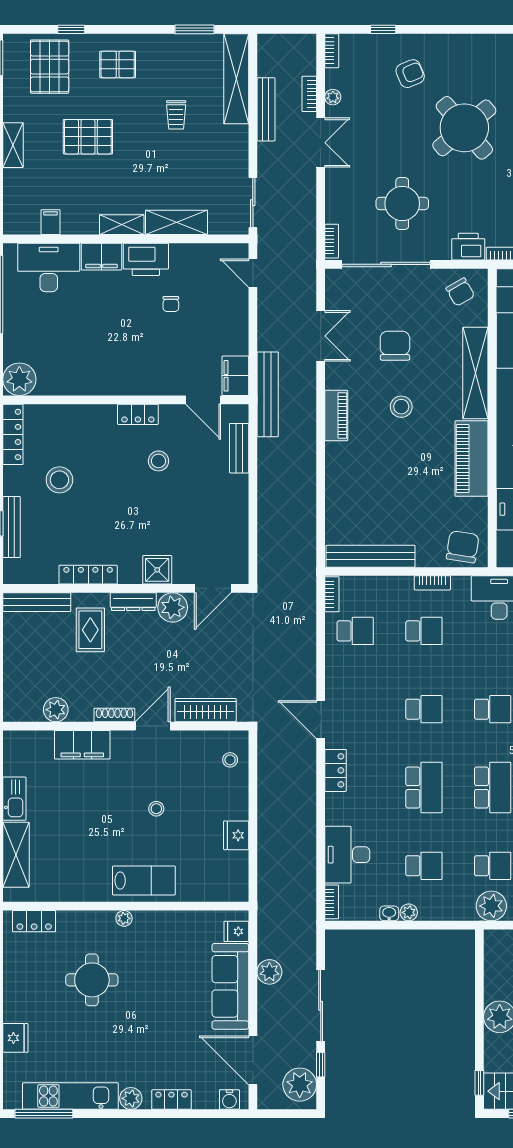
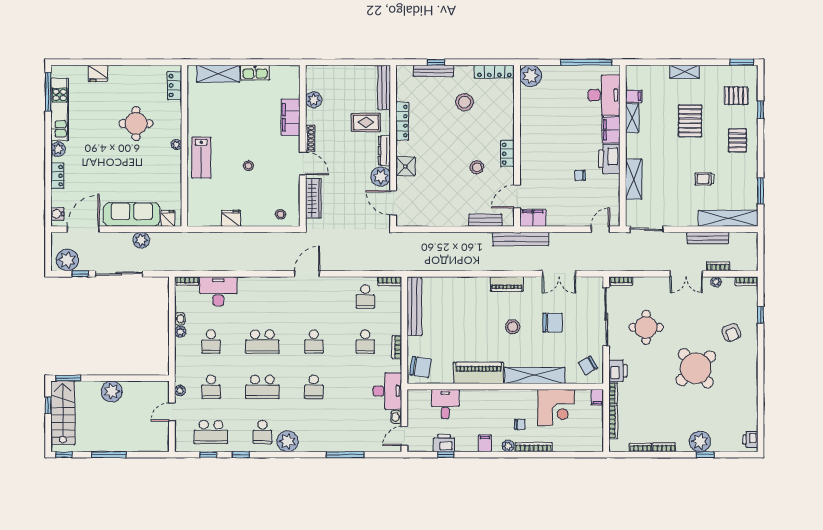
pallet: (50, 67) -> (736, 96), width x0.67, depth x0.71
shelving: (122, 225) -> (632, 118), moved
locker: (336, 770) -> (274, 284), removed
plant: (491, 906) -> (180, 391), width x0.53, depth x0.53
window: (479, 1083) -> (68, 378), width x1.50

